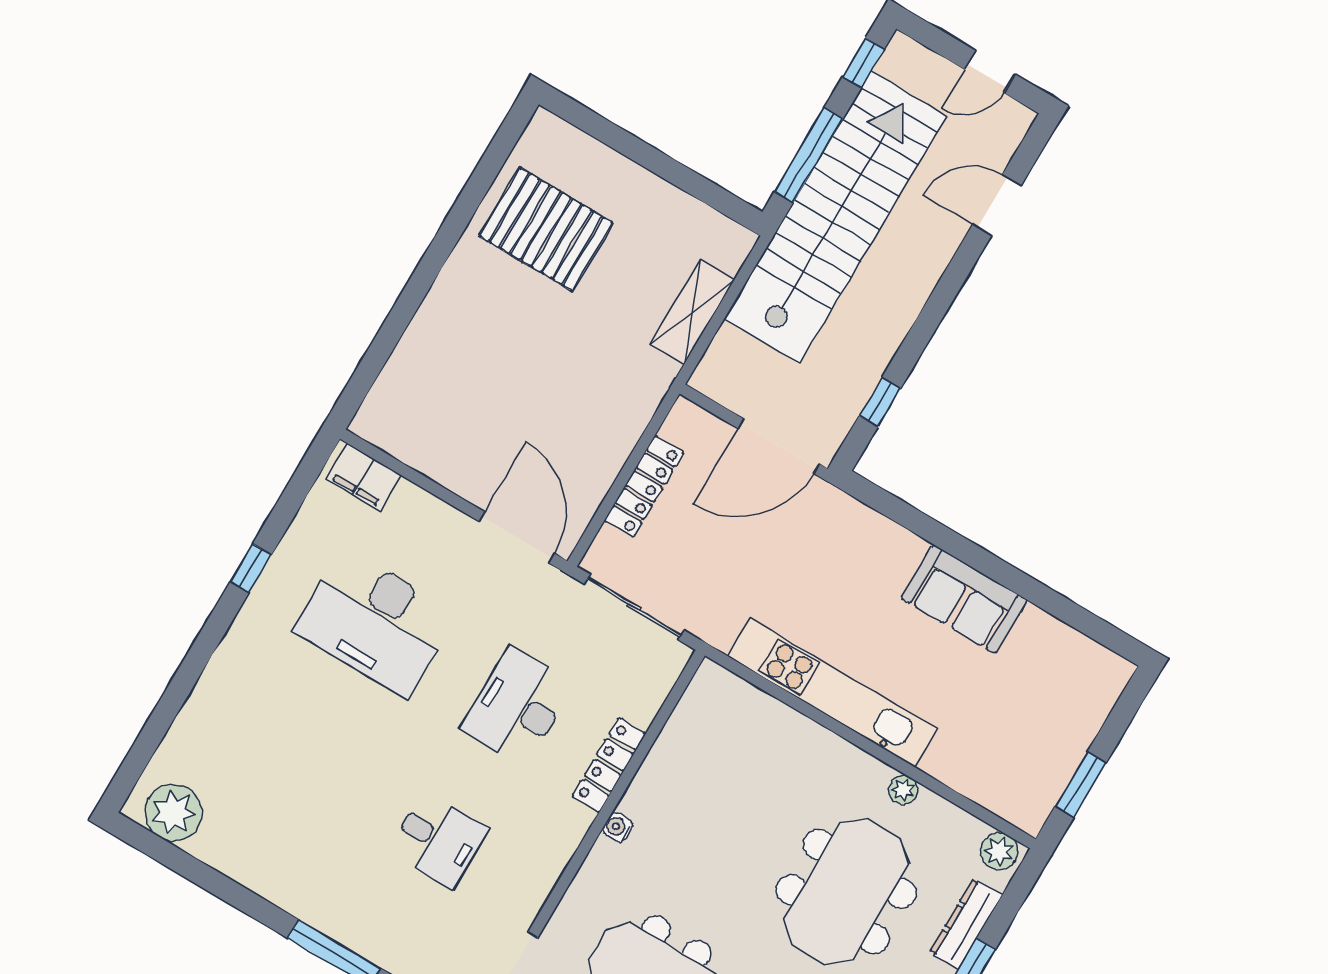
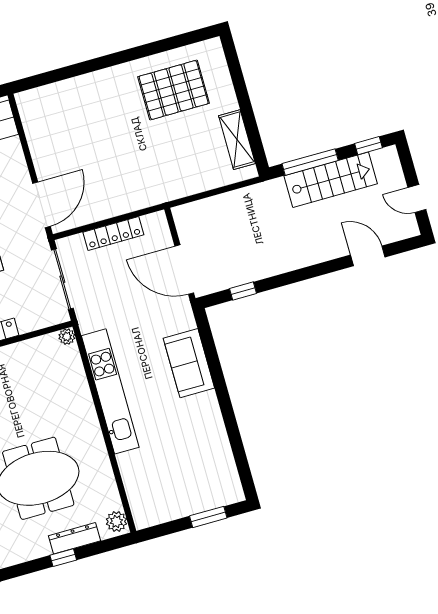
stairs: (835, 218) -> (331, 180), width x0.54, depth x0.66
pallet: (546, 229) -> (174, 90), turned 90
shelving: (692, 312) -> (237, 140), moved, turned 90
sofa: (964, 599) -> (189, 363), moved
window: (1081, 784) -> (208, 517), moved
plant: (903, 790) -> (67, 337), moved

